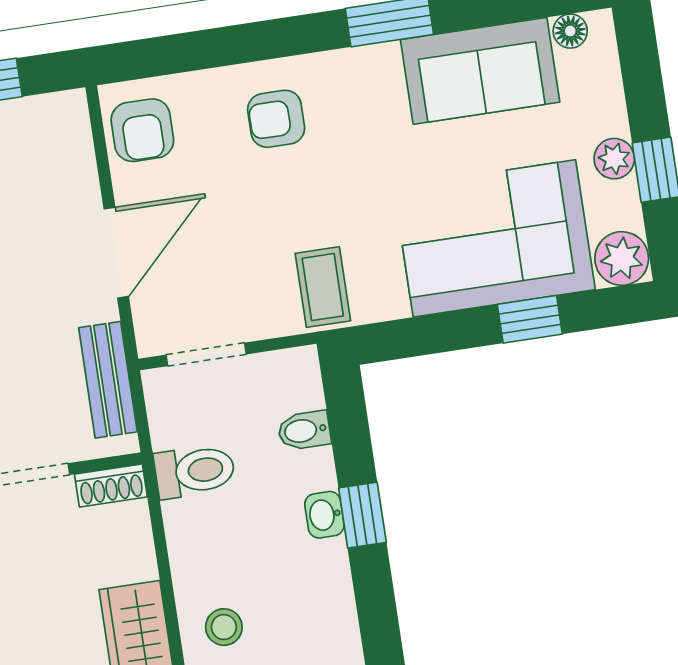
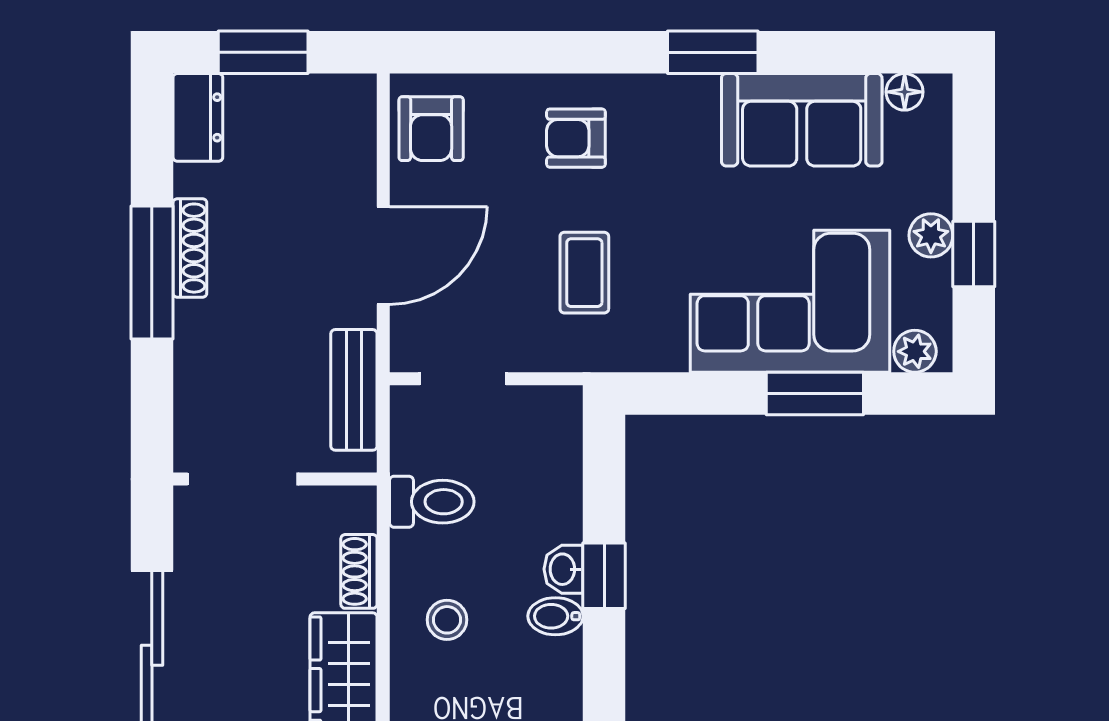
plant: (622, 258) -> (915, 351), width x0.73, depth x0.73
coffee table: (323, 287) -> (584, 273), moved
window: (530, 319) -> (815, 394), width x1.50
bidet: (304, 430) -> (555, 616), moved
shoe rack: (111, 485) -> (359, 571), moved, turned 90
stool: (224, 627) -> (447, 620), moved

